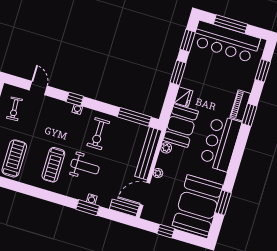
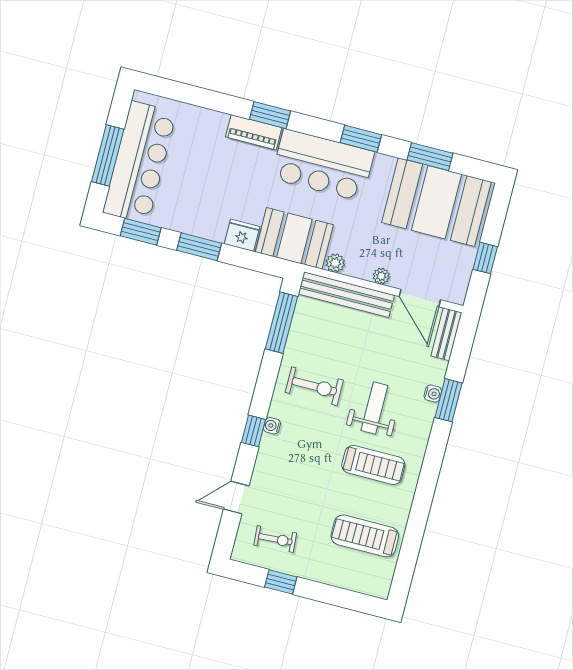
window: (263, 71) -> (361, 139), moved

